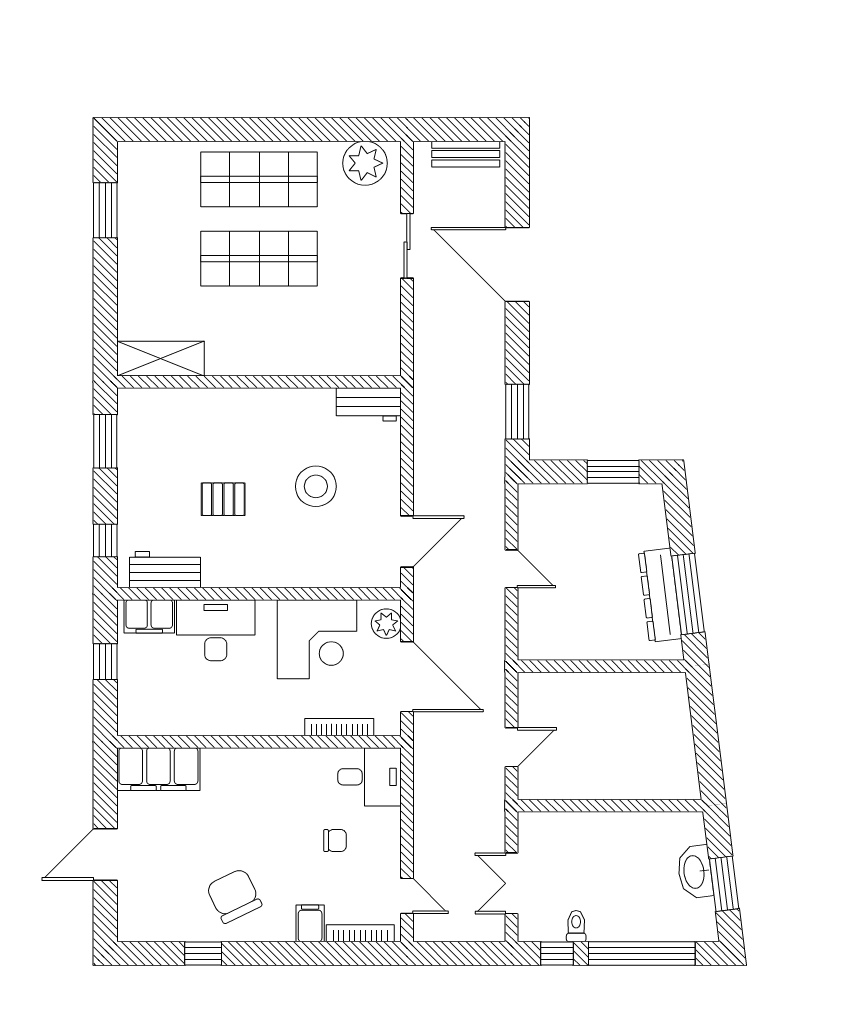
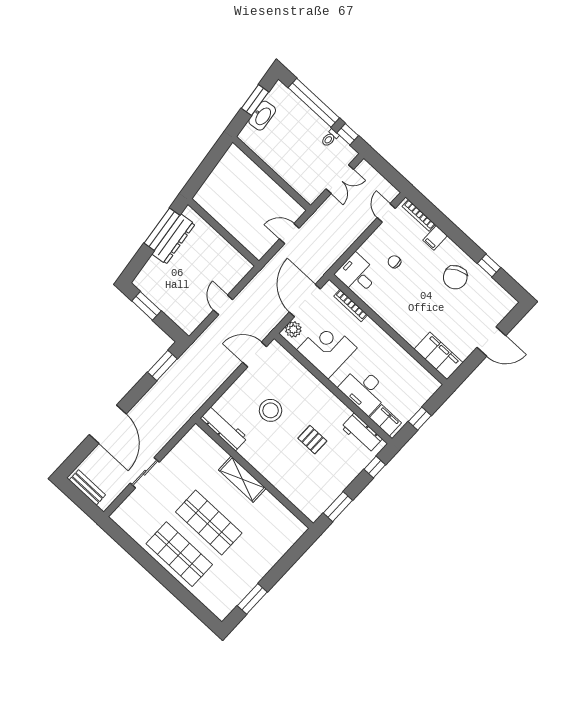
plant: (365, 163) -> (131, 521), removed
shelving: (160, 359) -> (242, 479), moved
workbench: (369, 404) -> (224, 428), width x1.38

